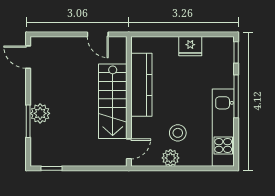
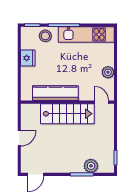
door: (98, 34) -> (19, 138), moved
plant: (40, 113) -> (91, 166), moved
stool: (178, 133) -> (45, 36), moved

